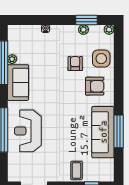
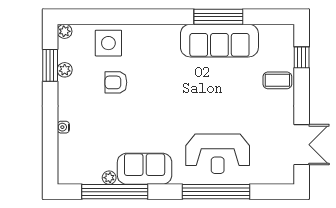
armchair: (95, 86) -> (150, 53), removed

